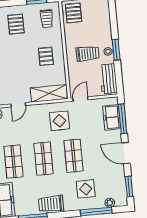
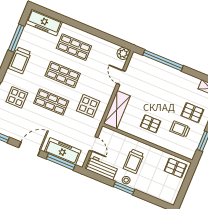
trolley: (47, 19) -> (180, 129), moved
door: (80, 99) -> (94, 144), moved
freezer: (112, 117) -> (63, 151), width x1.40
trolley: (51, 204) -> (20, 60), turned 180

